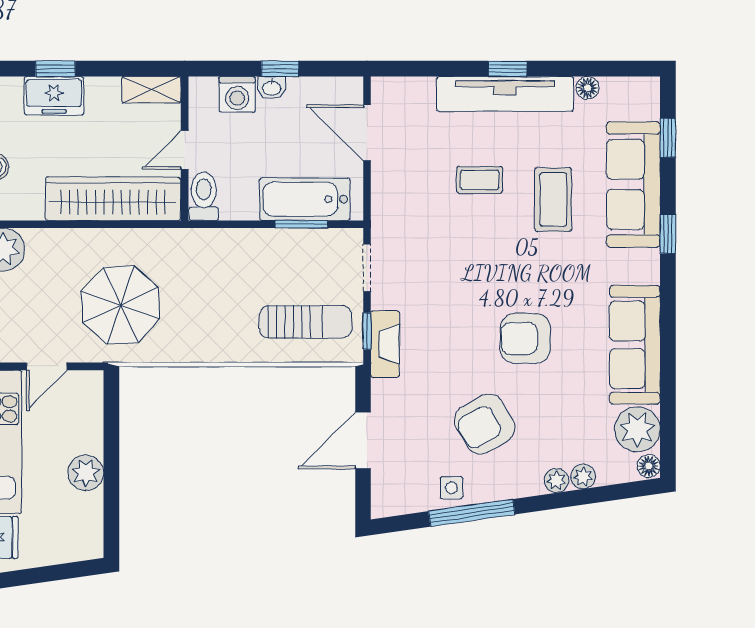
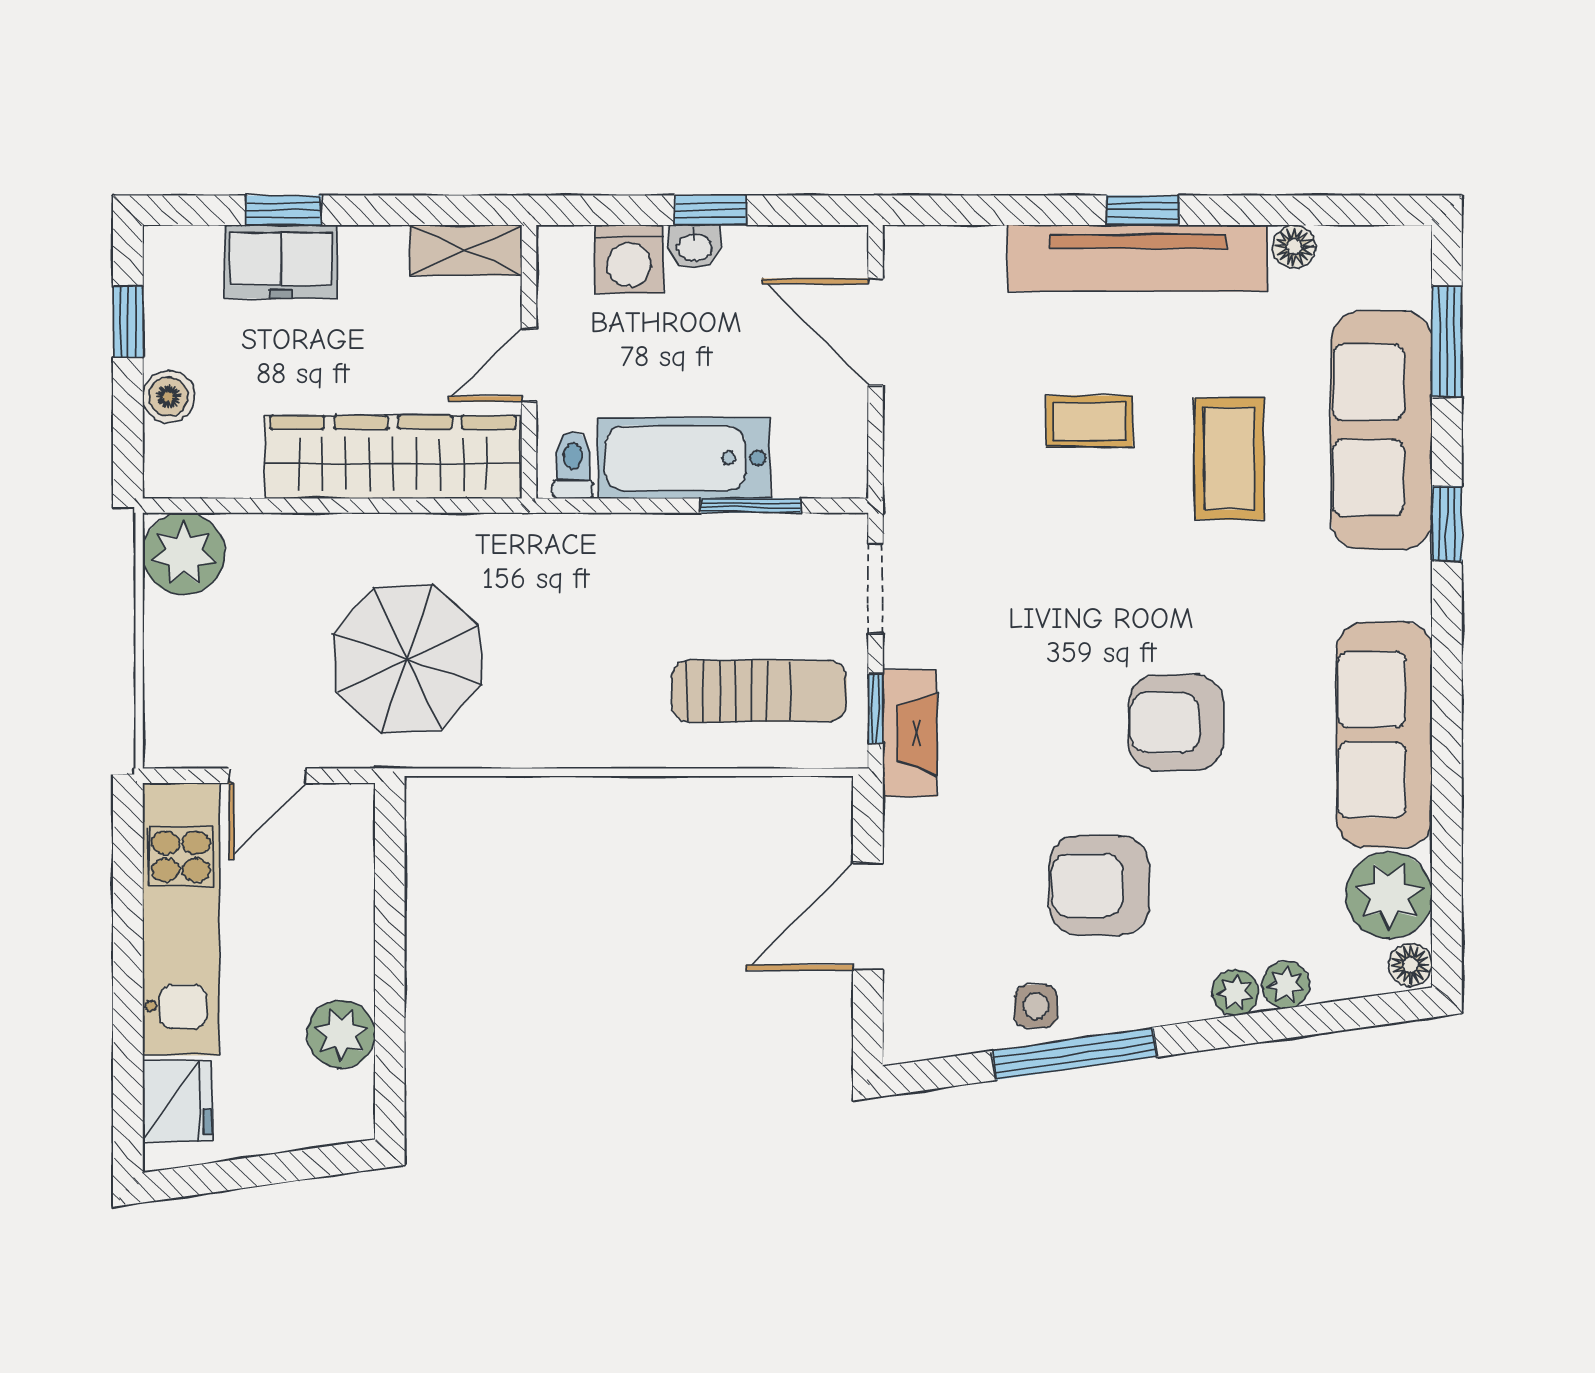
window: (668, 138) -> (1447, 342), width x1.50
toilet: (204, 196) -> (573, 465), width x0.73, depth x0.72
bathtub: (305, 199) -> (684, 458), moved
armchair: (485, 424) -> (1099, 885), turned 30
plant: (86, 473) -> (341, 1034), moved

